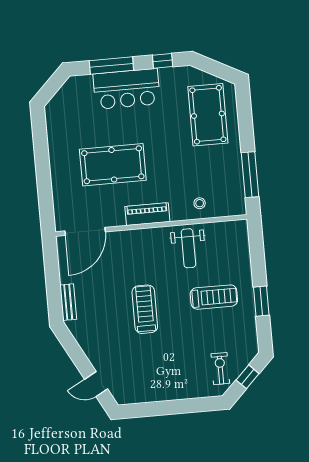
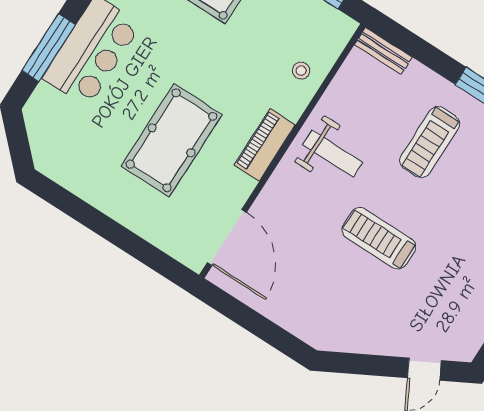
weight bench: (188, 248) -> (333, 154), moved
treadmill: (214, 297) -> (430, 142), turned 180
bench: (68, 302) -> (383, 51), moved

